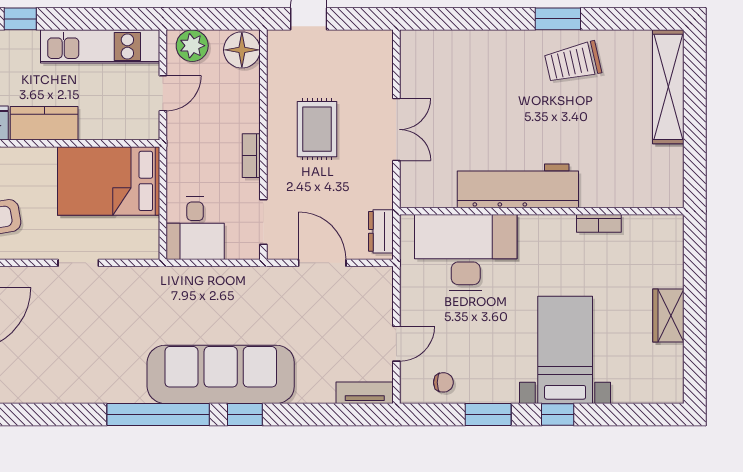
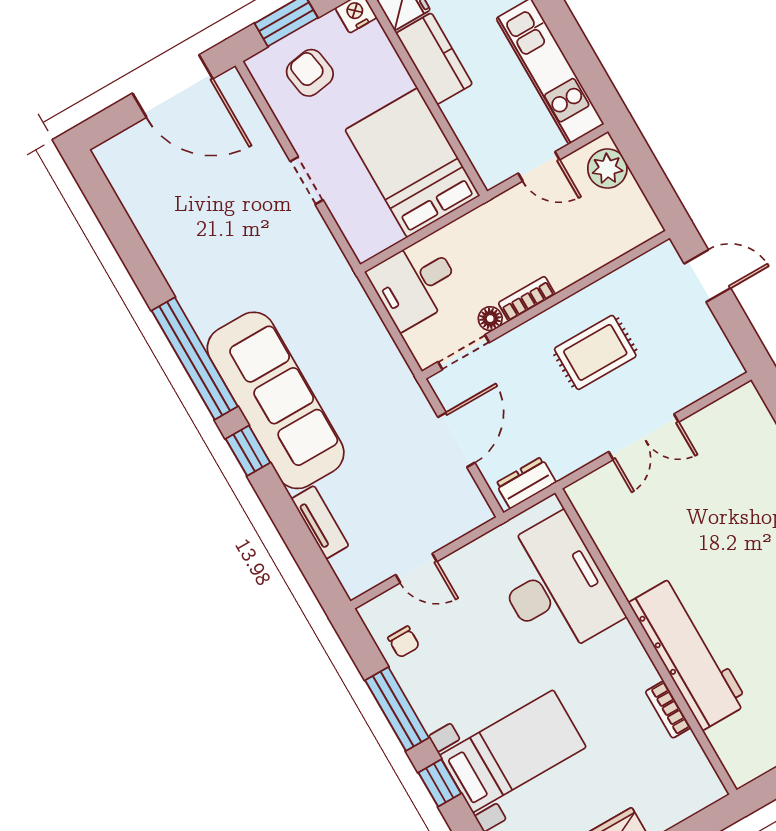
floor lamp: (242, 50) -> (490, 319), moved, width x0.53, depth x0.53
workbench: (518, 186) -> (689, 653), moved
tv unit: (365, 393) -> (320, 522), moved
window: (488, 414) -> (397, 709), width x1.44

